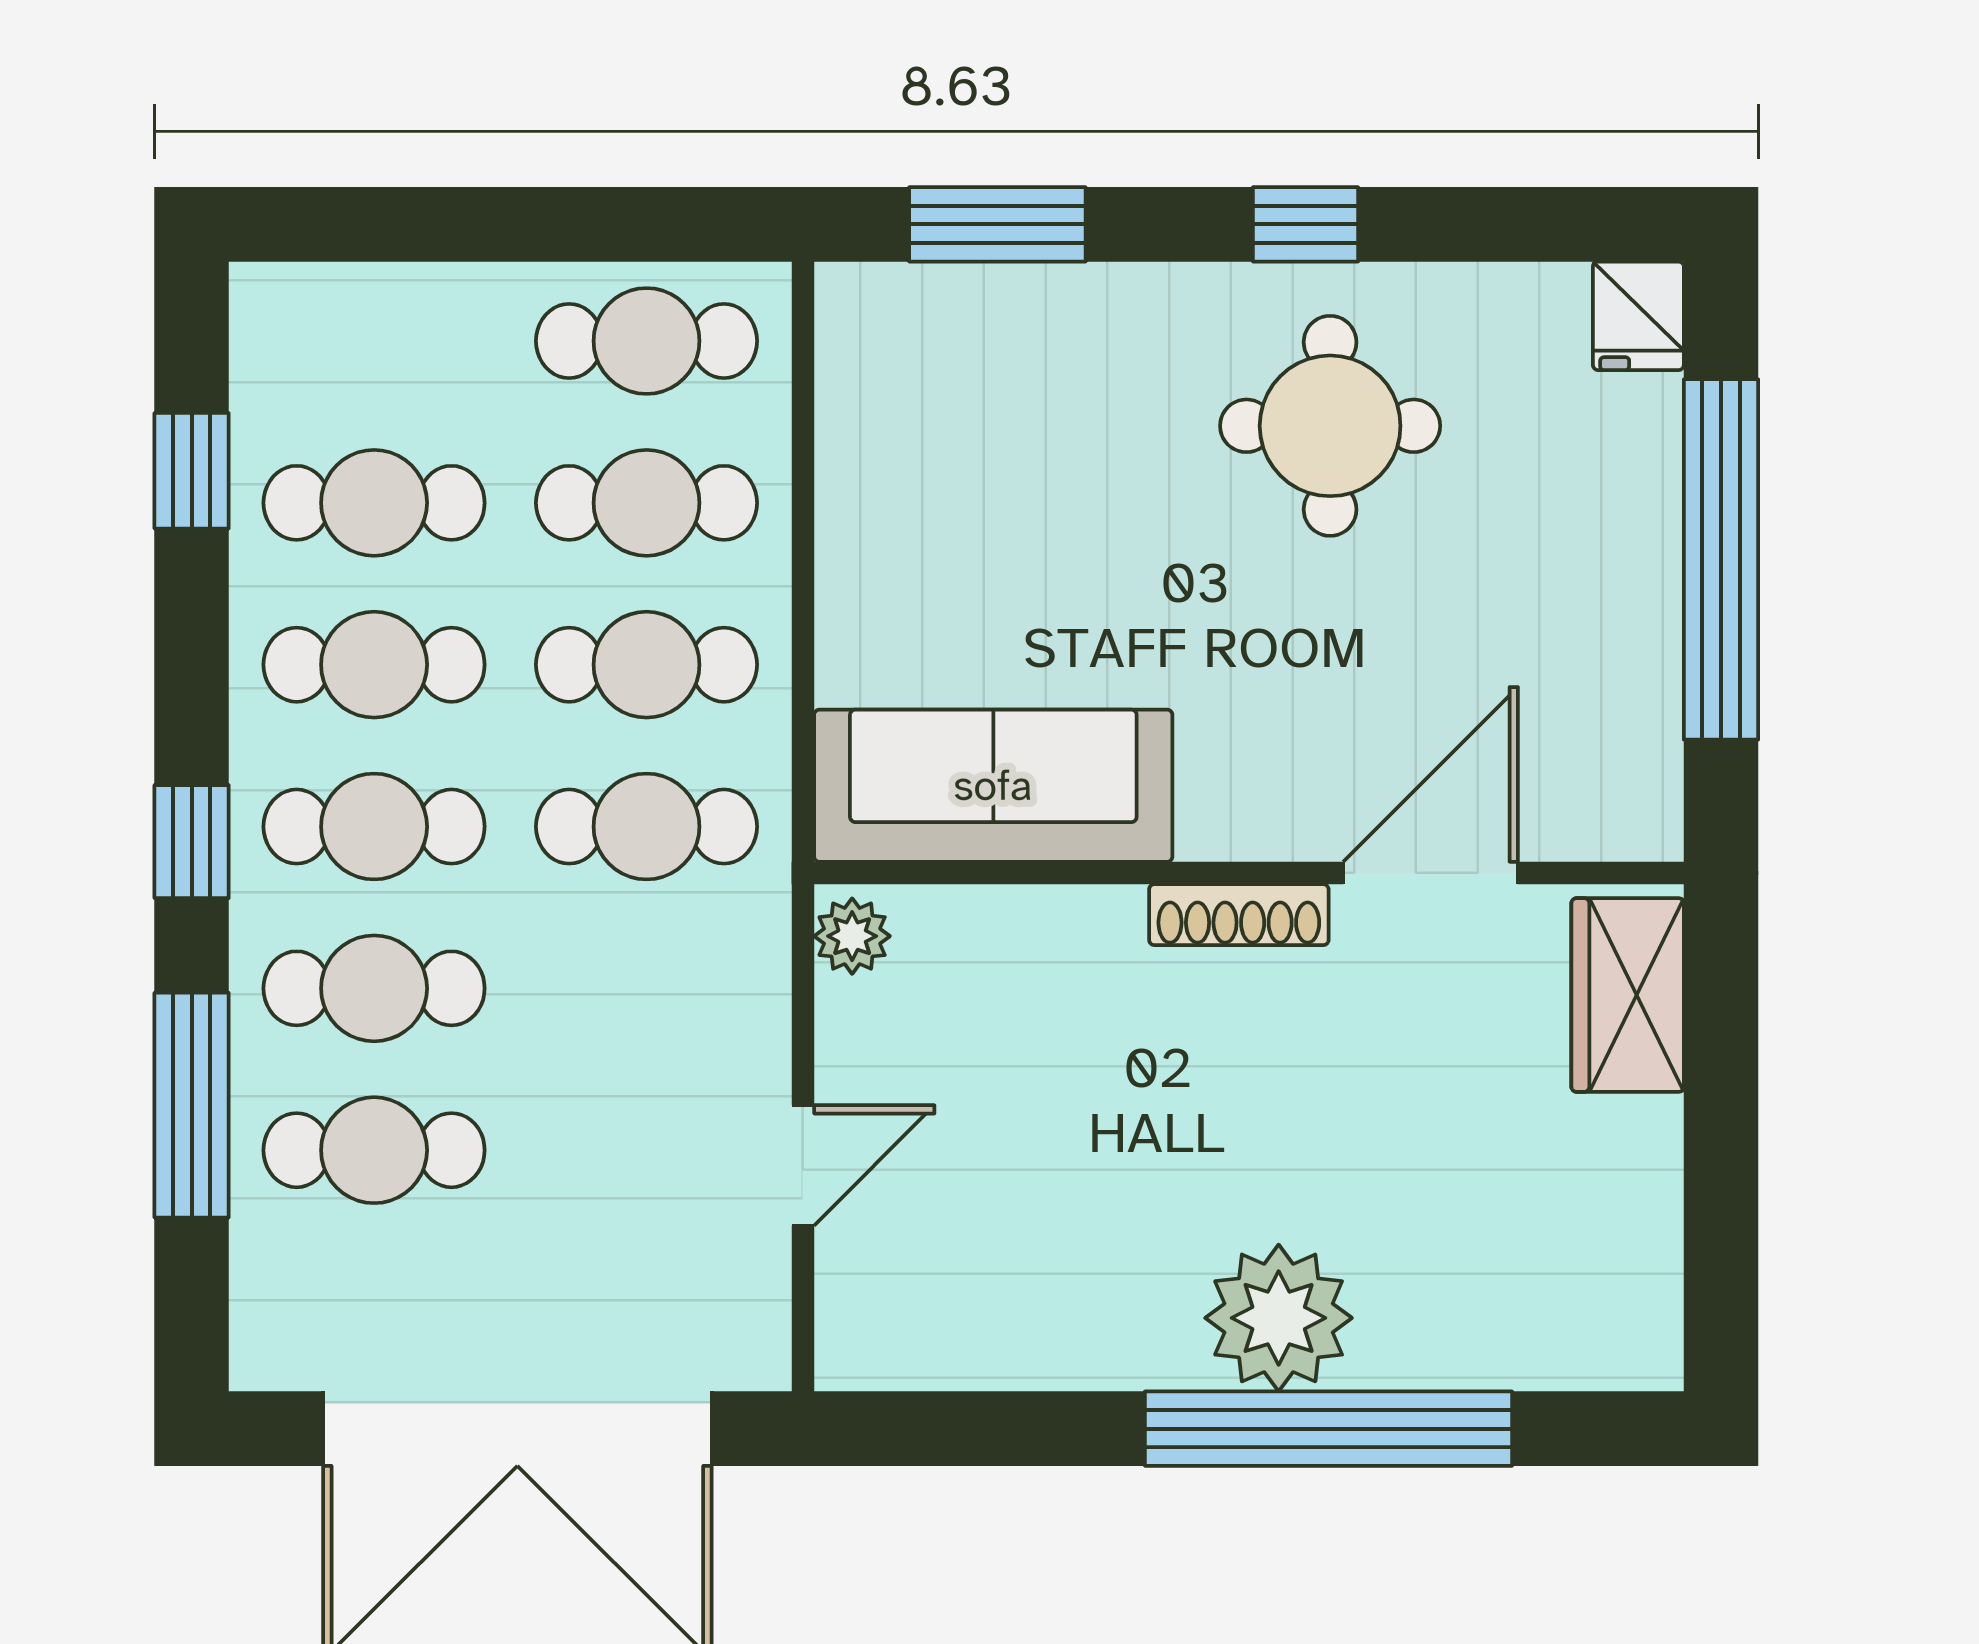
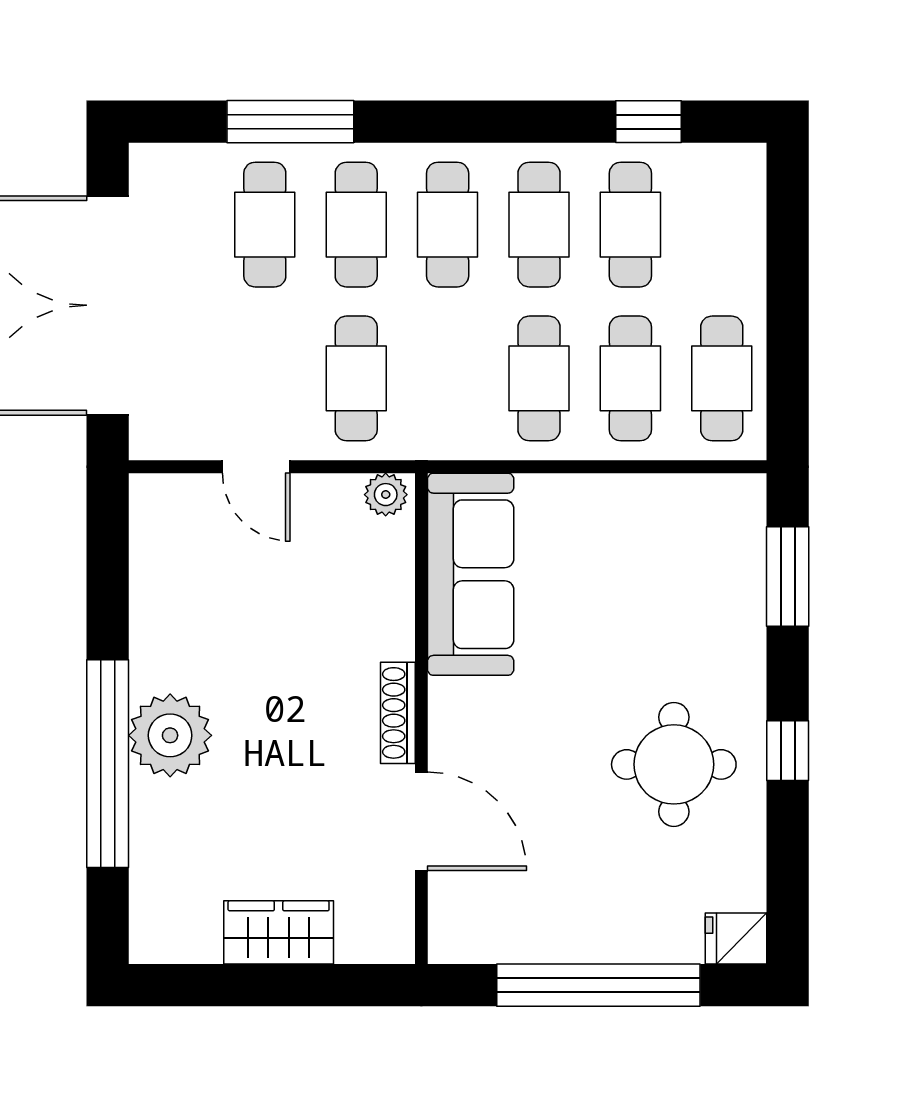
cafe table: (647, 827) -> (356, 378), moved
window: (192, 842) -> (439, 122), removed
wardrobe: (1628, 995) -> (279, 932), moved

